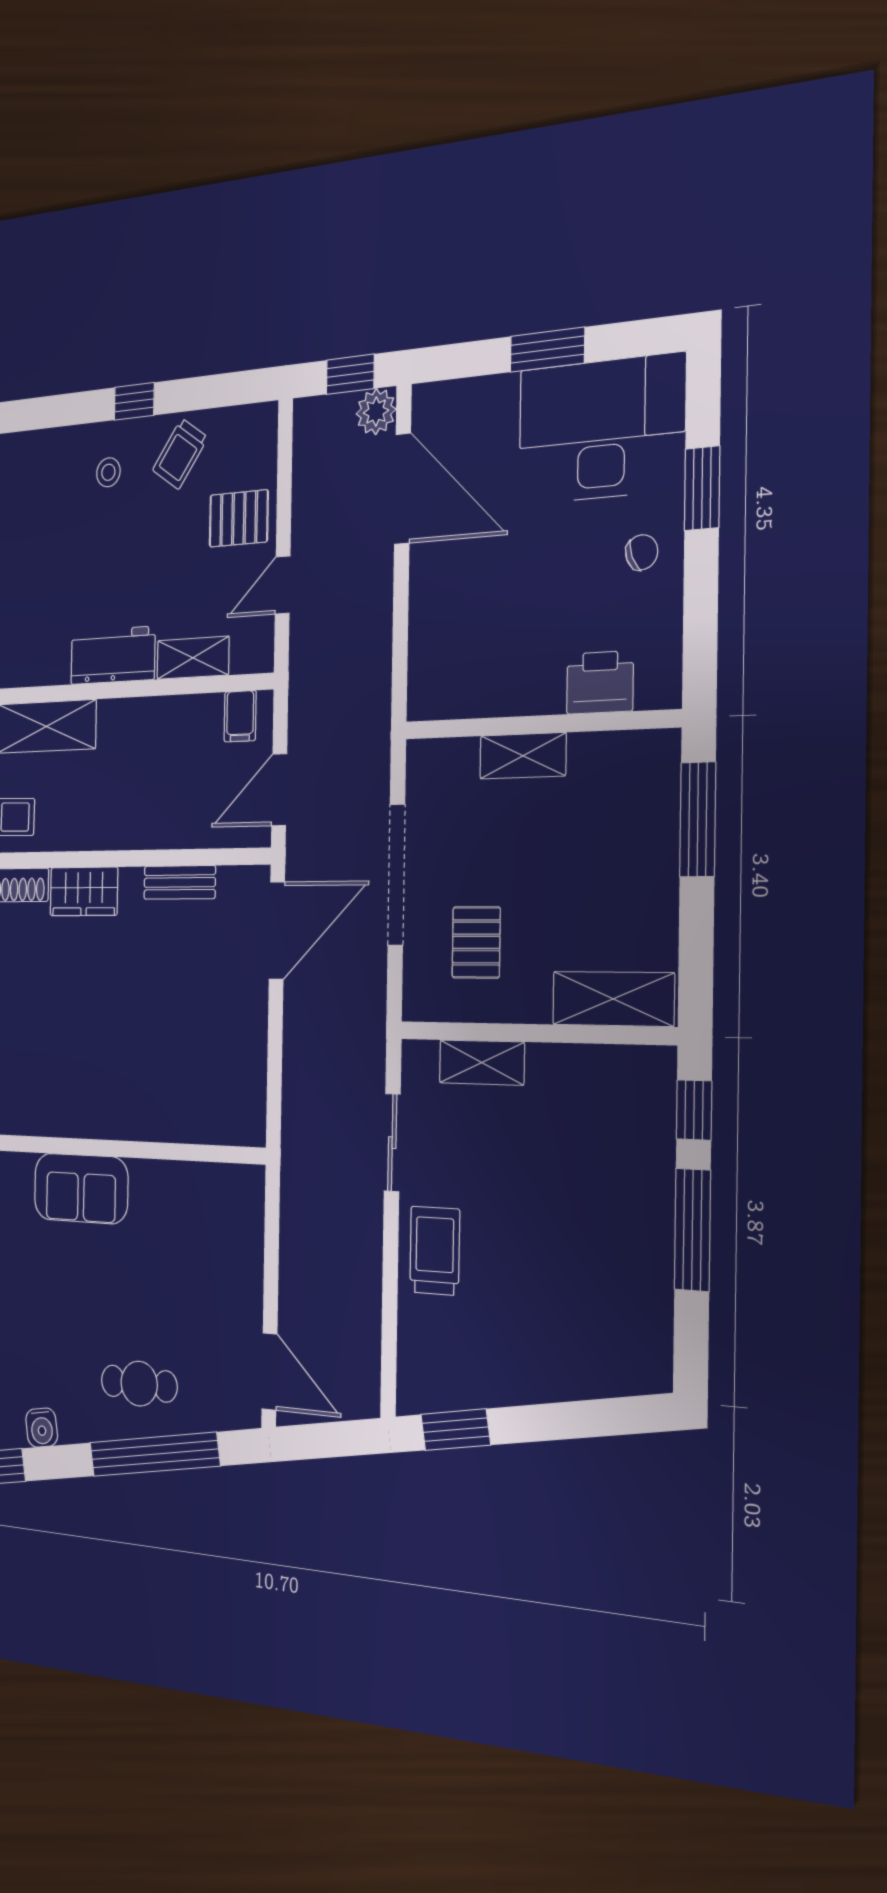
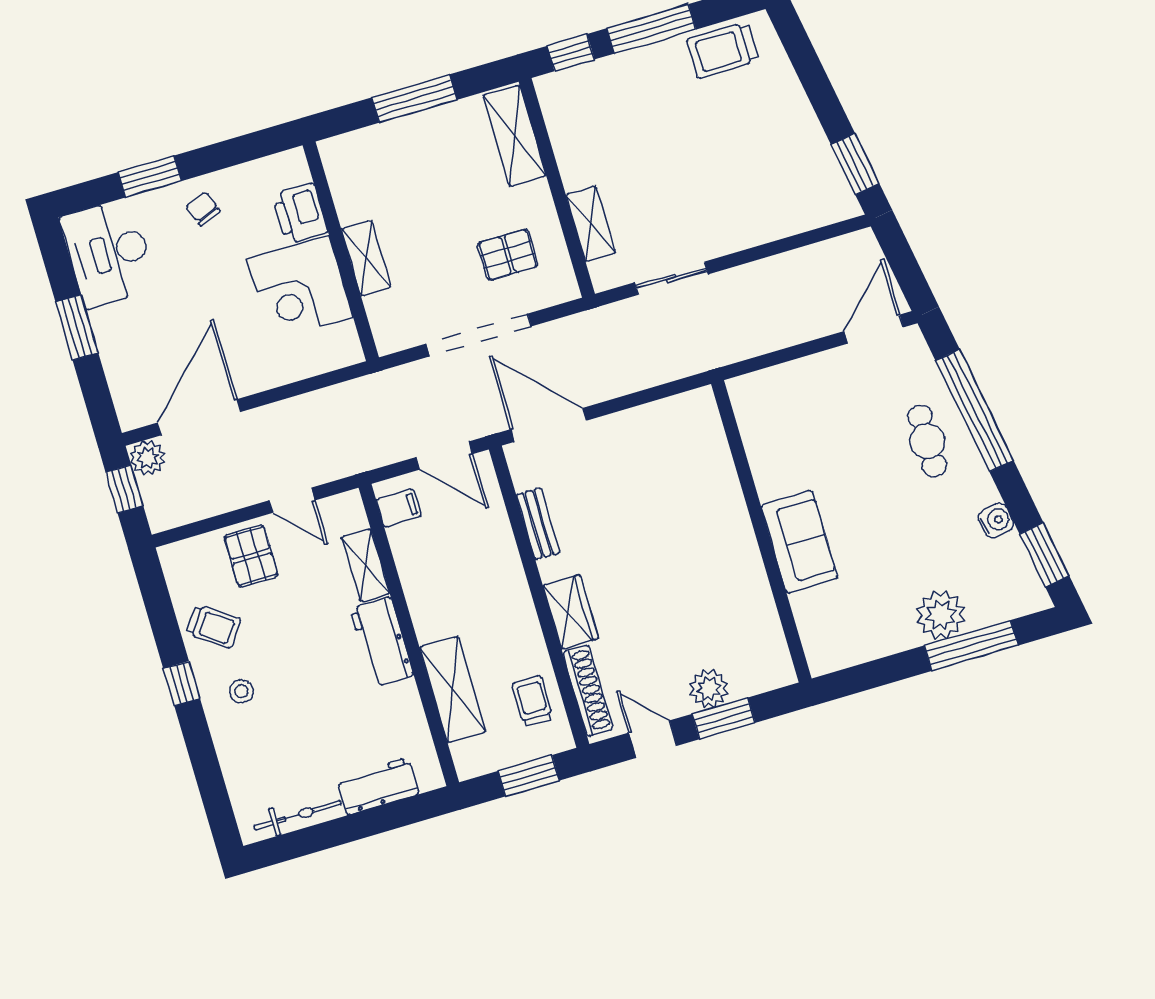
desk: (601, 429) -> (109, 253), width x0.73, depth x0.77
corner desk: (512, 659) -> (300, 288), added
window: (698, 819) -> (414, 99), moved
trolley: (435, 1251) -> (723, 50), moved

